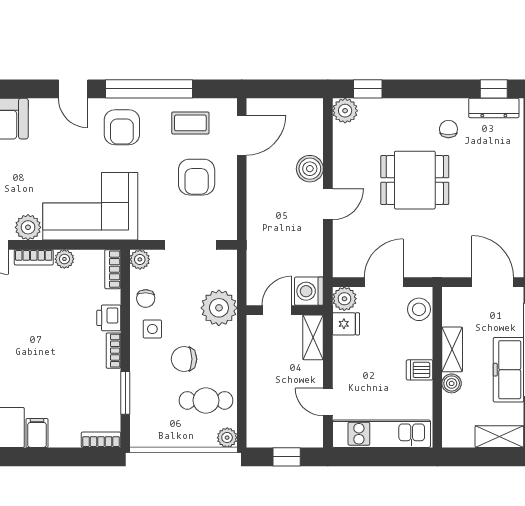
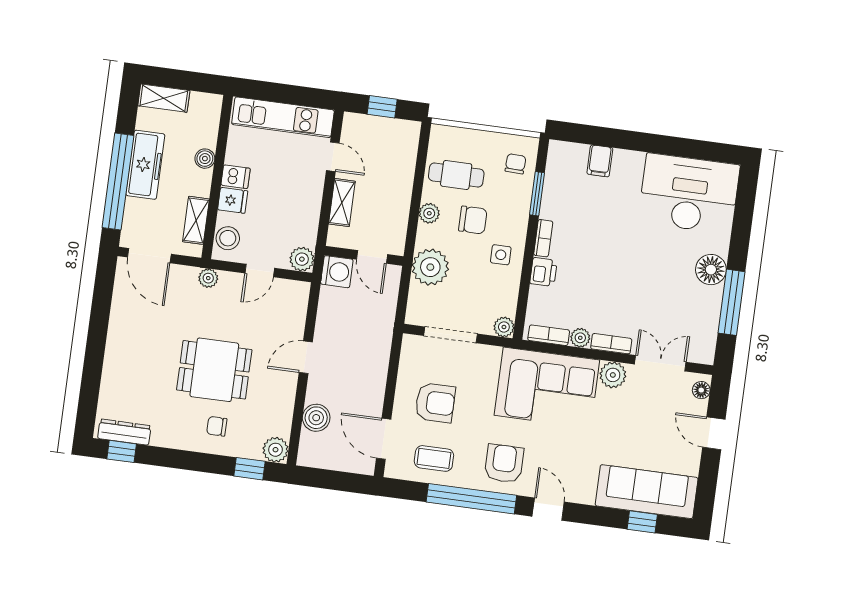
chair: (448, 129) -> (217, 426), moved, turned 90
door: (242, 135) -> (384, 439), hinge flipped
boiler: (310, 169) -> (316, 418), moved
armchair: (197, 177) -> (435, 403), turned 90
plant: (433, 268) -> (208, 278), added
bookcase: (113, 269) -> (549, 335), moved, turned -90
door: (384, 282) -> (260, 271), width x0.73
chair: (146, 298) -> (515, 164), moved
door: (277, 310) -> (372, 257), hinge flipped
fridge: (346, 324) -> (233, 200), moved, turned 180
shelving: (313, 337) -> (342, 203), moved
shelving: (452, 349) -> (196, 220), moved
filing cabinet: (37, 433) -> (600, 161), moved
plant: (227, 438) -> (429, 213), moved
bookcase: (101, 440) -> (568, 150), removed

